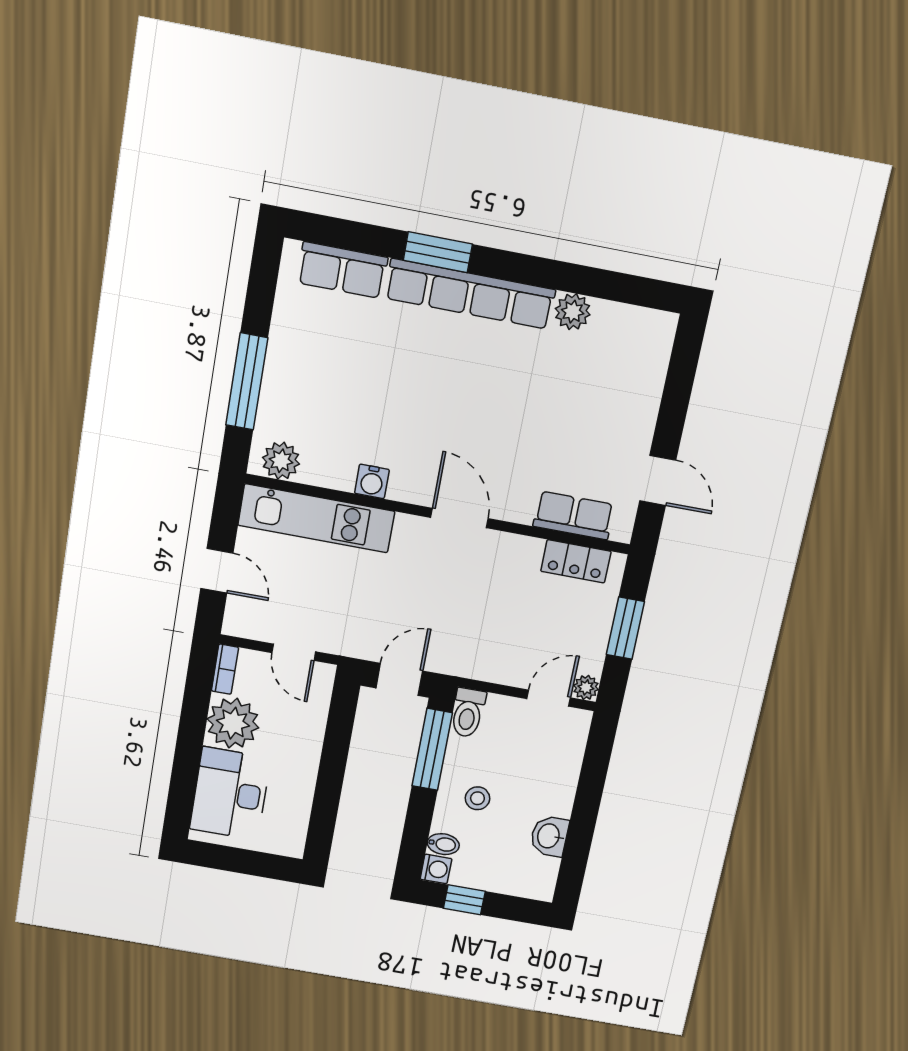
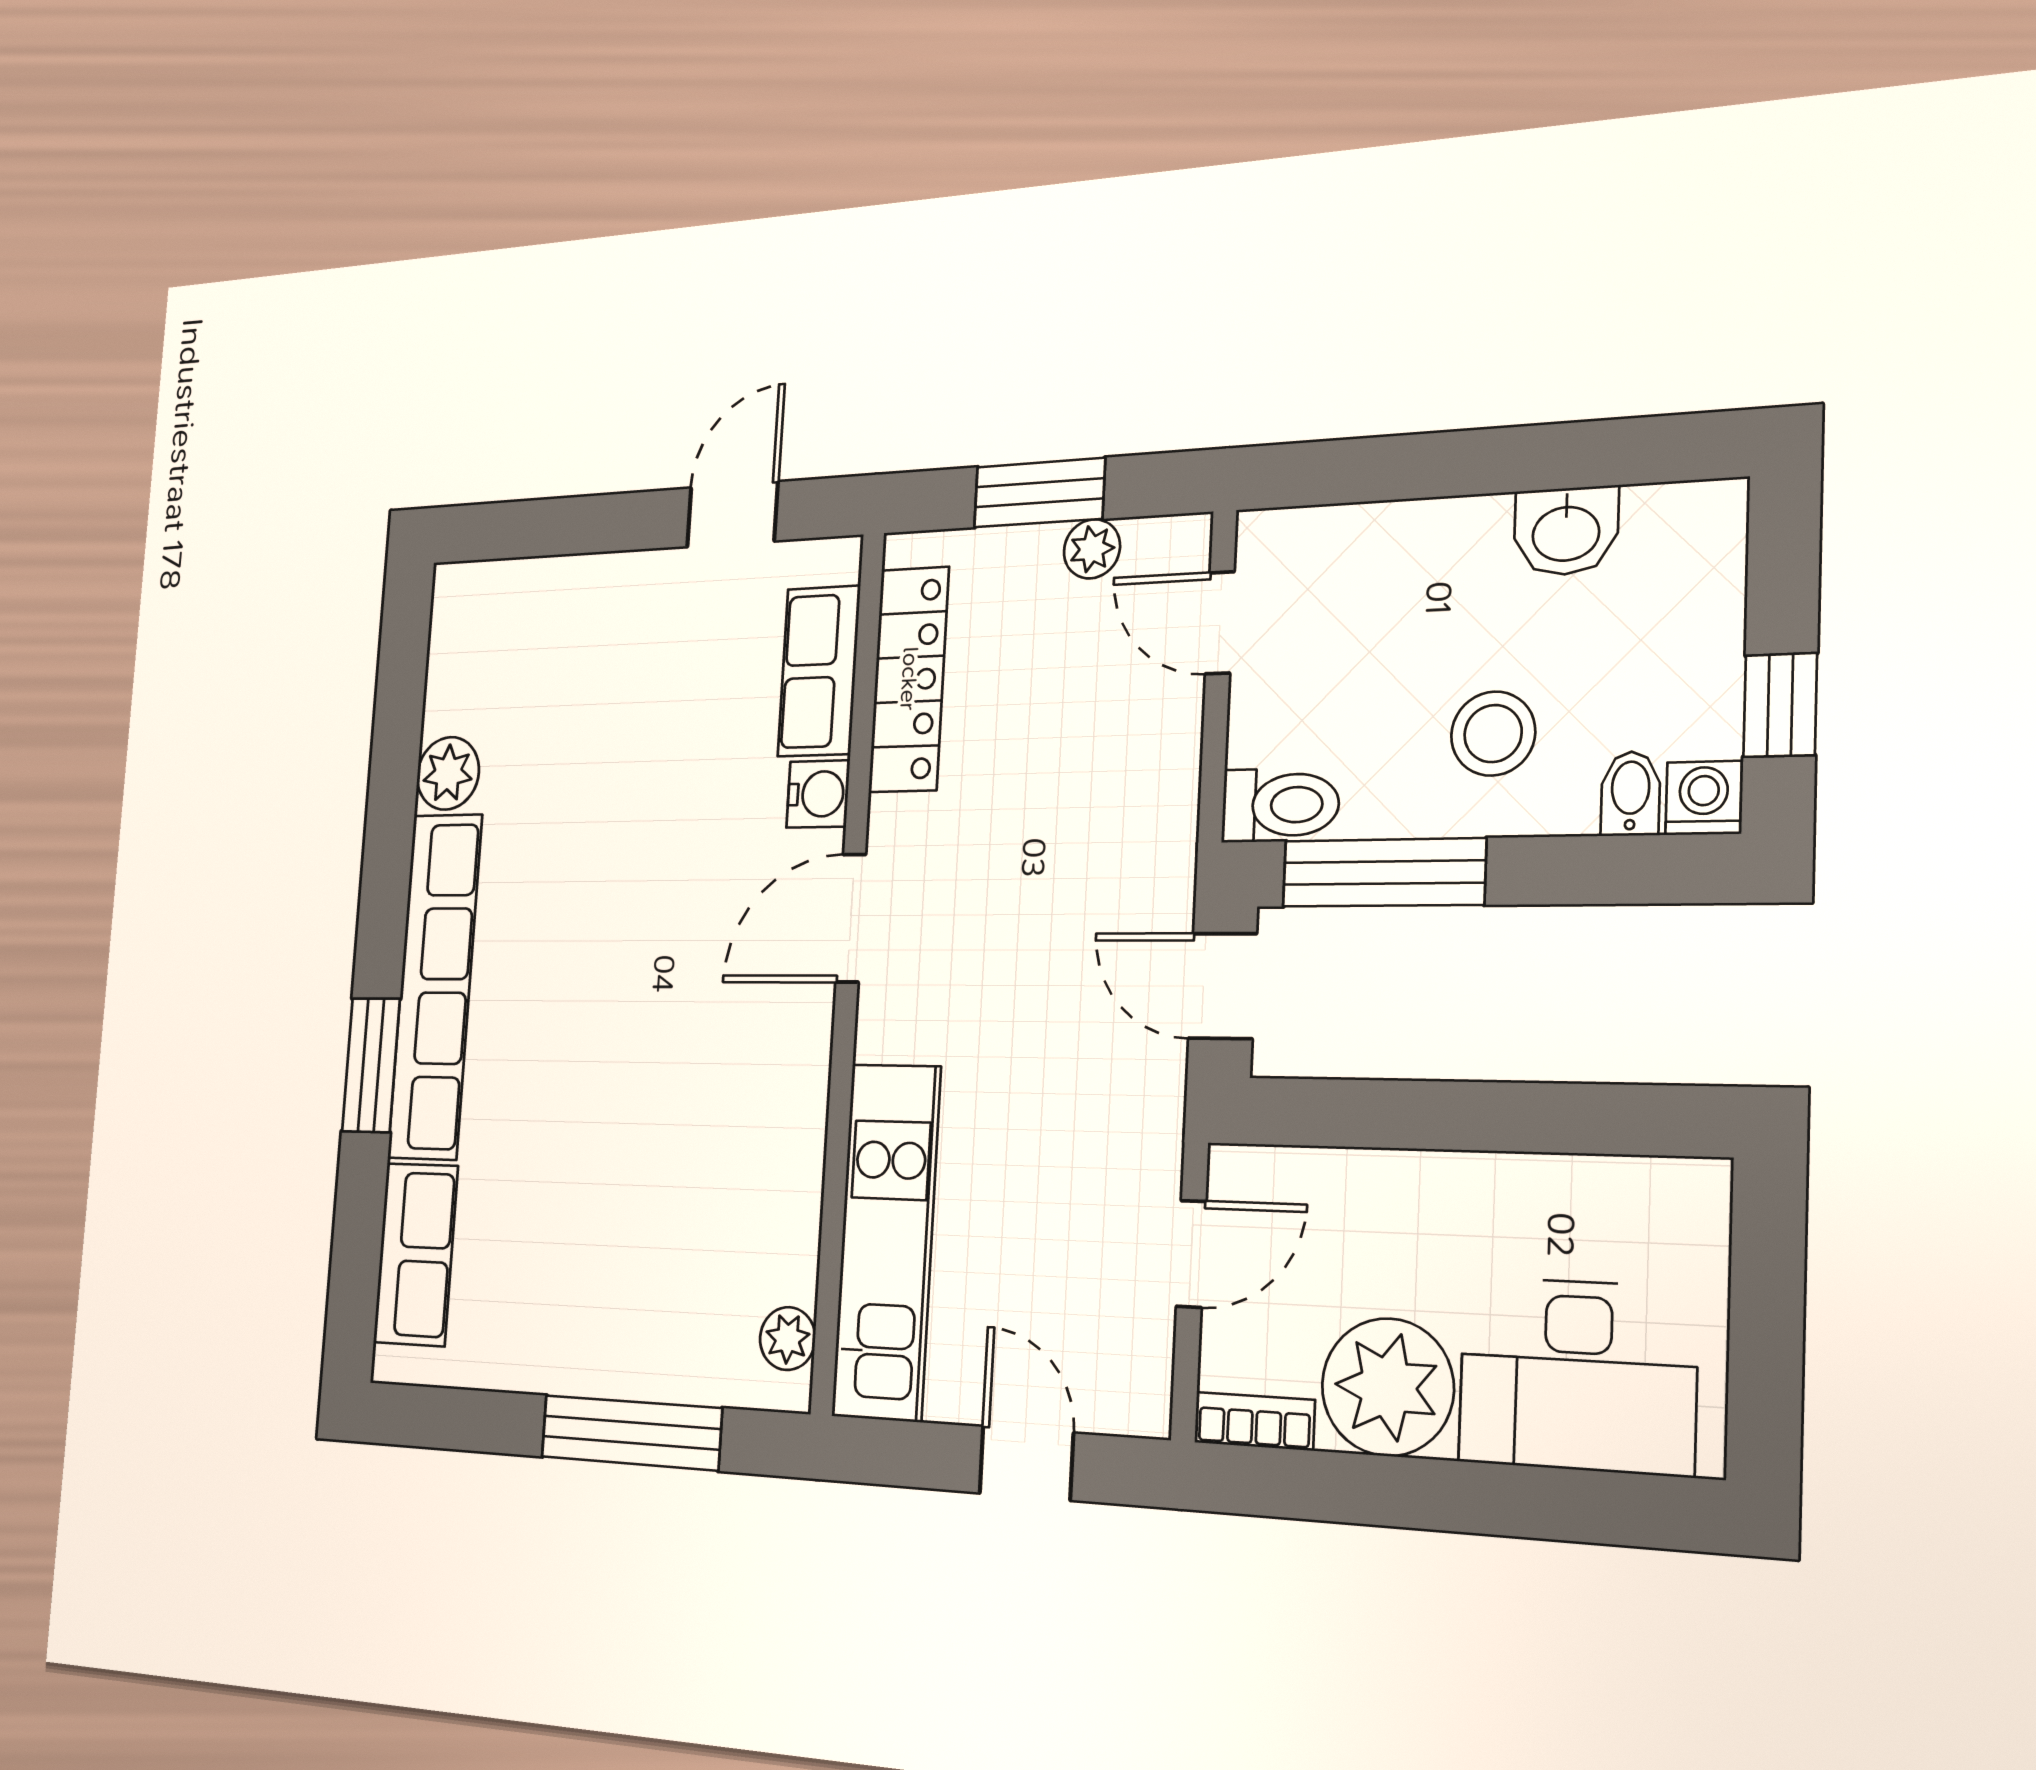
plant: (281, 461) -> (788, 1339), width x0.73, depth x0.73
water cooler: (372, 481) -> (818, 794), moved
locker: (576, 561) -> (909, 679), width x1.53
door: (217, 571) -> (1026, 1463), hinge flipped
plant: (586, 687) -> (1092, 549), moved
stool: (477, 798) -> (1493, 734), width x1.37, depth x1.37

